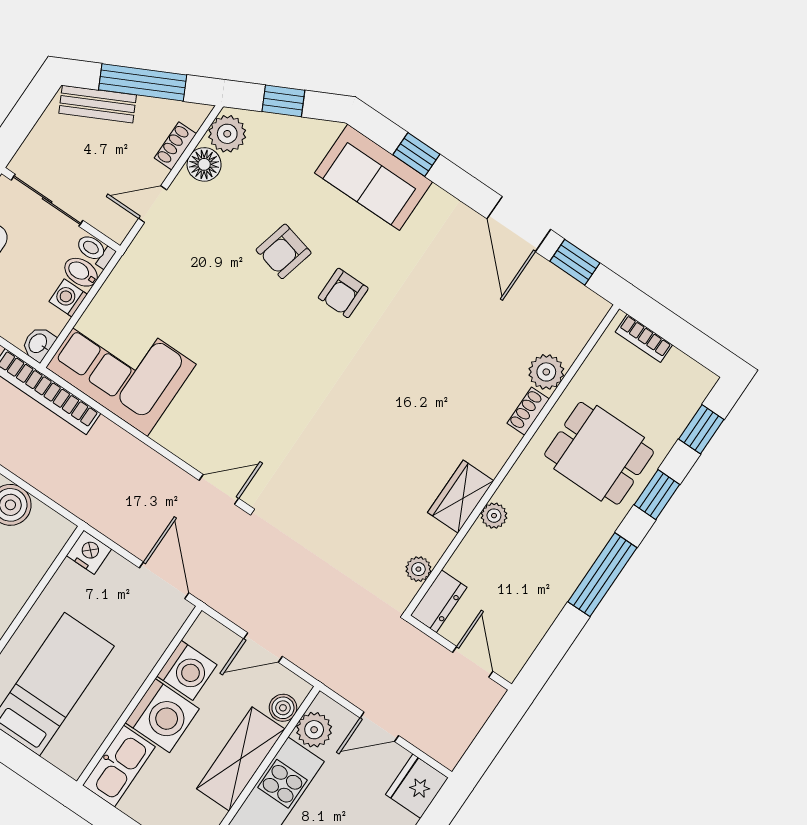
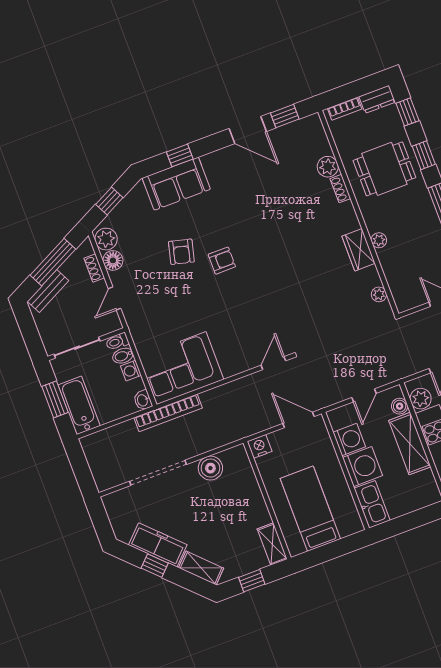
armchair: (343, 293) -> (222, 261), moved, turned -90
dresser: (439, 601) -> (377, 99), moved, turned 90

